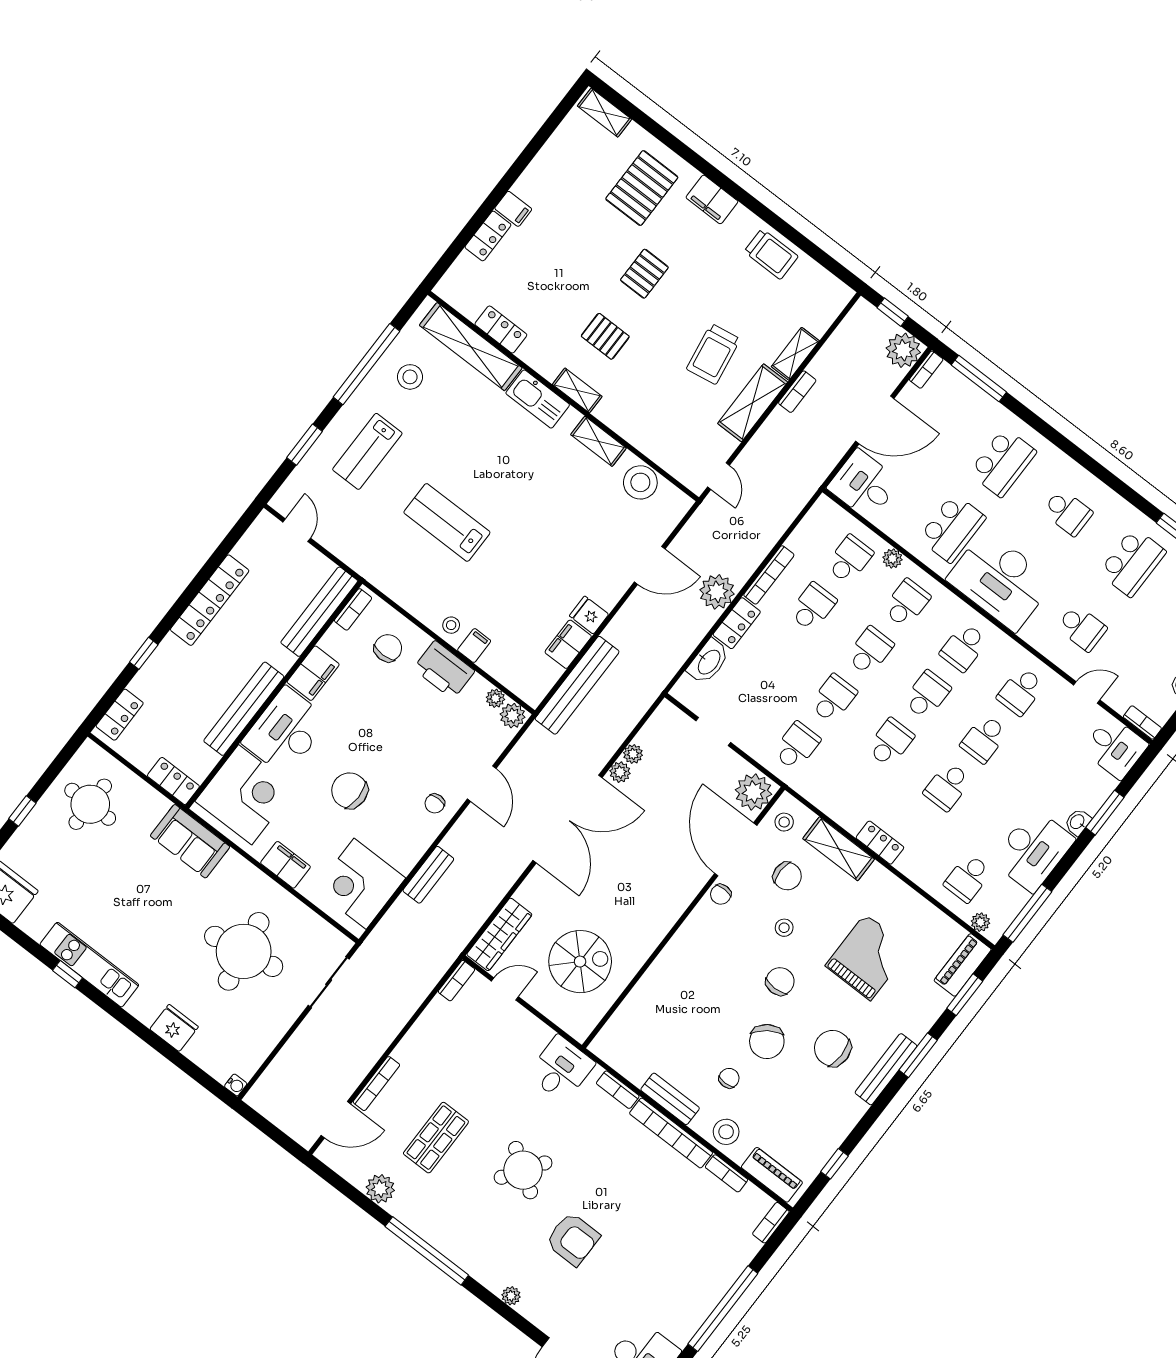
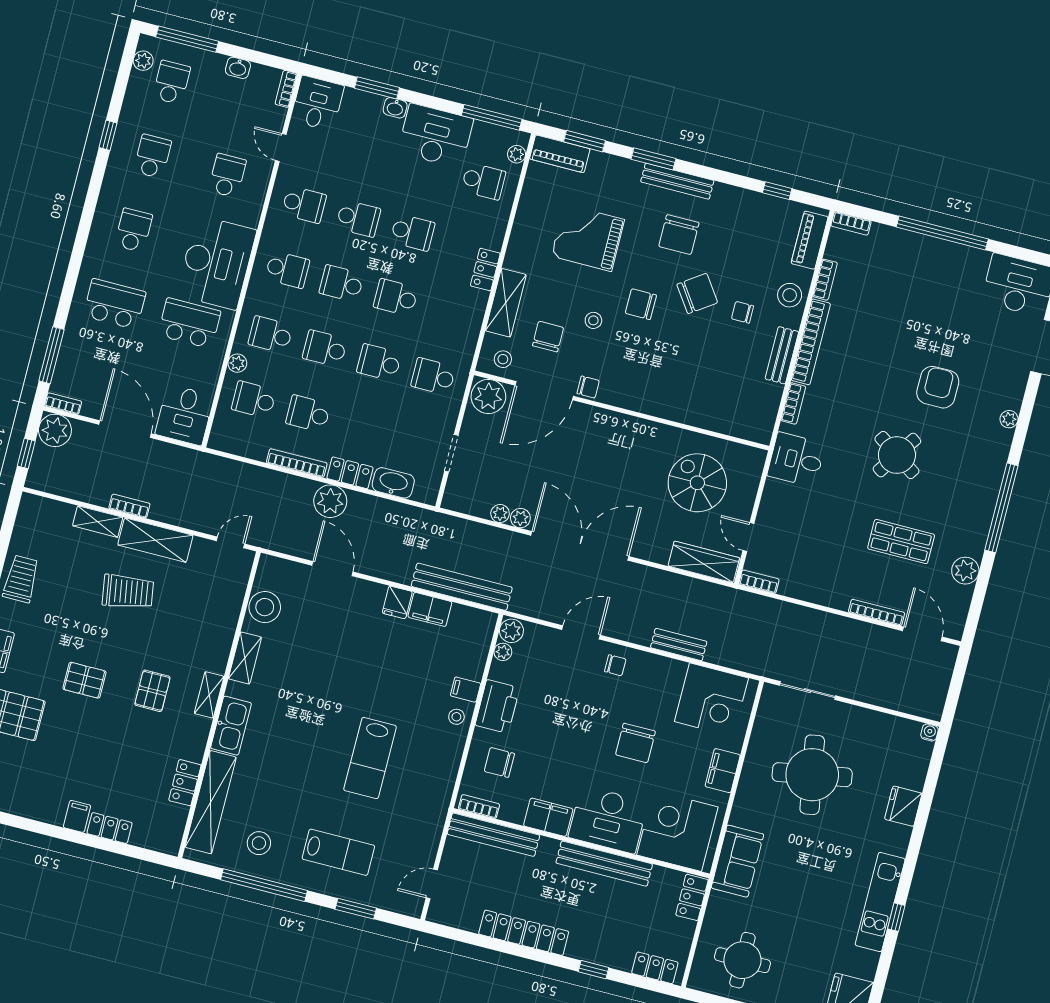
school desk: (1132, 562) -> (152, 156), width x0.54

